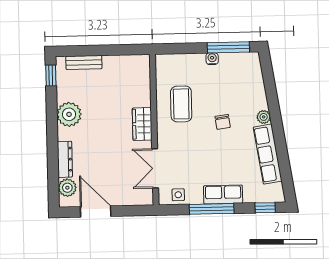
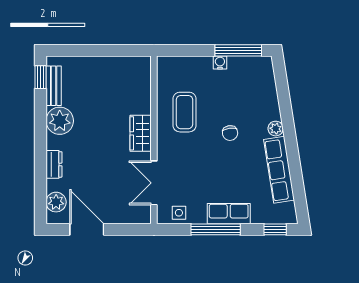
bench: (84, 62) -> (54, 86), moved, turned 90
dresser: (65, 159) -> (54, 164), width x0.70

